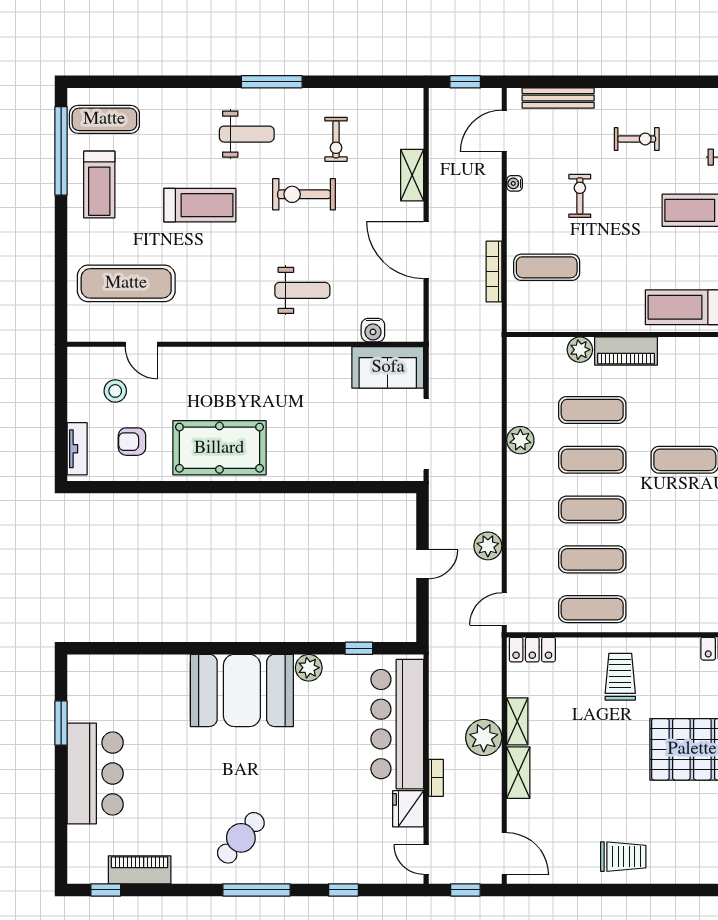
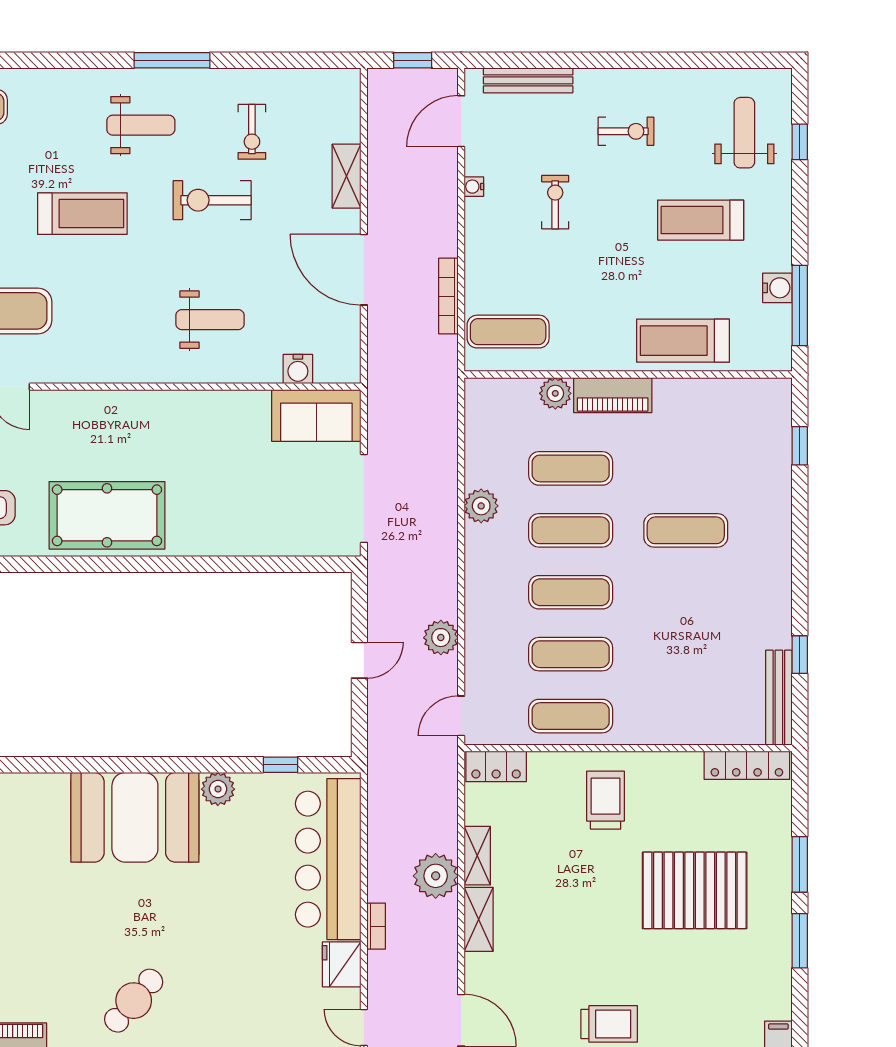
exercise mat: (547, 267) -> (508, 332), moved

